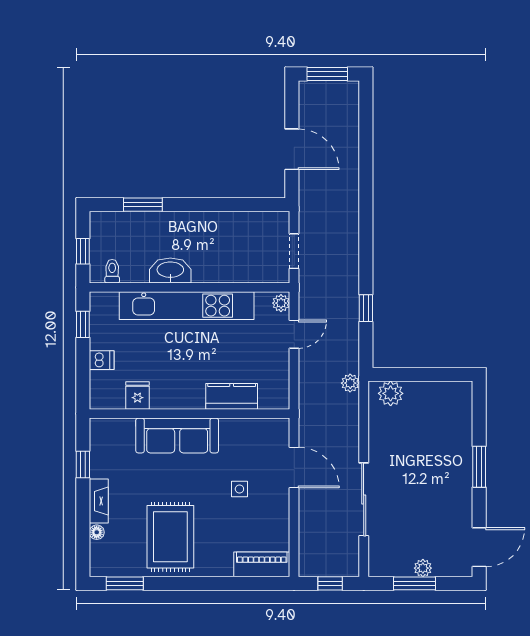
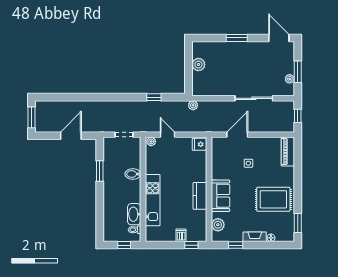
window: (143, 205) -> (100, 171), moved
bidet: (219, 268) -> (133, 174), added
washbasin: (170, 270) -> (134, 214), moved
kitchen unit: (187, 306) -> (153, 200), width x0.73
window: (83, 324) -> (191, 245), moved
plant: (391, 393) -> (198, 65), moved
fridge: (137, 395) -> (199, 144), moved
kitchen counter: (232, 396) -> (200, 196), moved
plant: (122, 431) -> (218, 225), added
sofa: (177, 436) -> (220, 196), width x0.73
plant: (423, 568) -> (290, 79), moved

